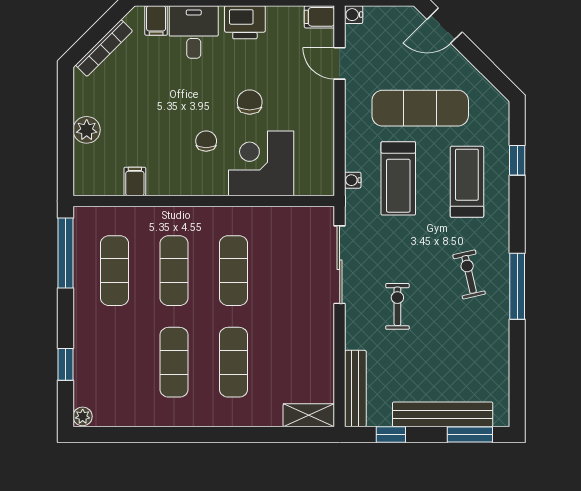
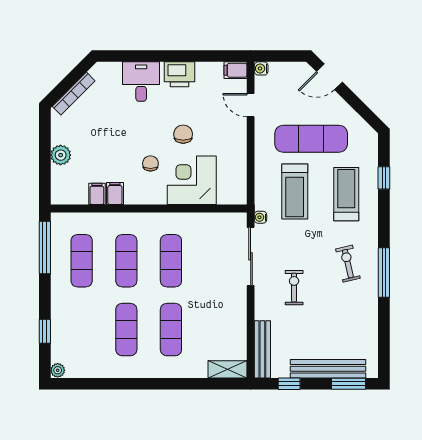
filing cabinet: (156, 20) -> (115, 193), moved, turned 180
water cooler: (353, 180) -> (260, 217), moved

